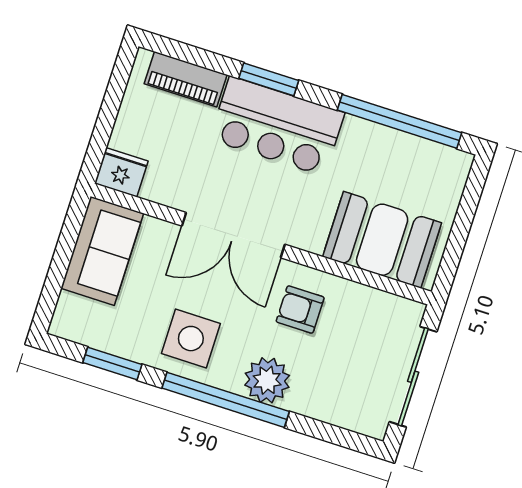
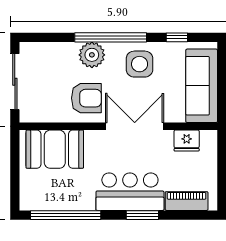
fridge: (121, 172) -> (187, 141), moved
sofa: (102, 251) -> (202, 86), width x1.36
armchair: (300, 309) -> (86, 98), width x1.38, depth x1.38
window: (112, 364) -> (177, 37), width x0.67

